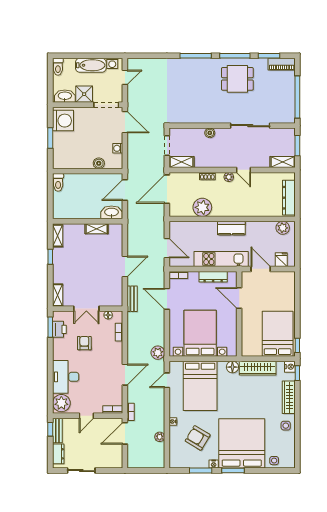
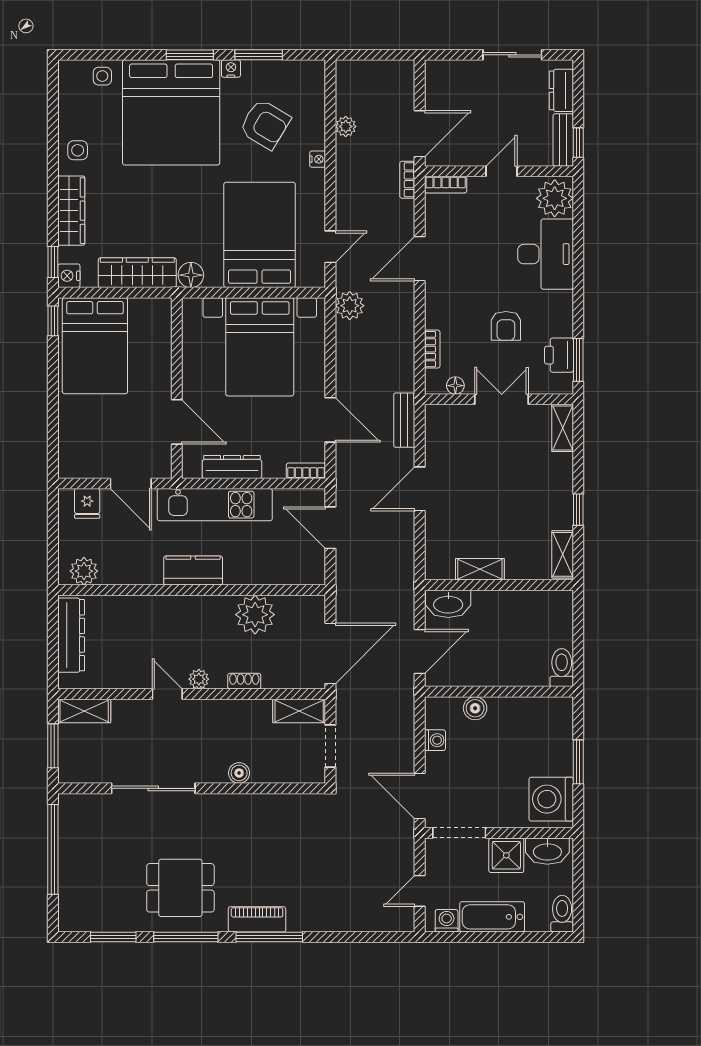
piano: (282, 64) -> (257, 919), moved

